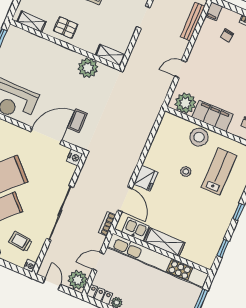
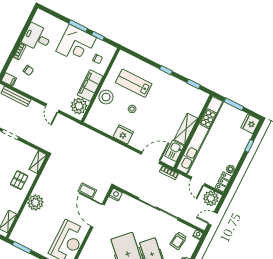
pallet: (66, 28) -> (19, 180), moved
plant: (88, 68) -> (35, 203), moved
fridge: (146, 178) -> (123, 134), moved

